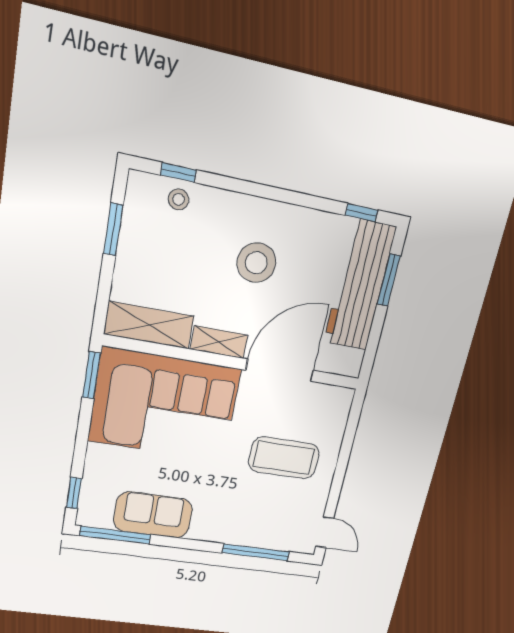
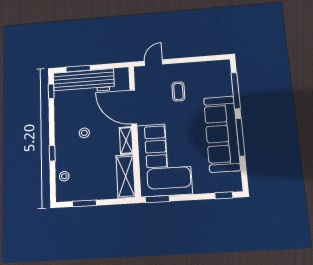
window: (178, 172) -> (52, 153), moved
stool: (256, 263) -> (84, 133), width x0.53, depth x0.53
coffee table: (284, 458) -> (178, 92), width x0.54, depth x0.58
sofa: (153, 515) -> (222, 134), width x1.85, depth x1.27
door: (325, 532) -> (154, 63), moved
window: (115, 535) -> (240, 137), moved

